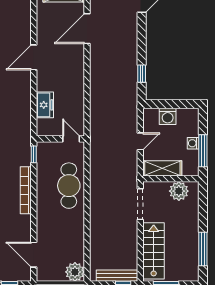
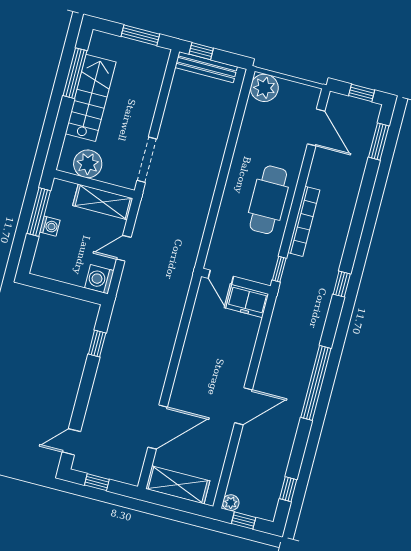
freezer: (45, 105) -> (247, 301), moved, turned -90
washing machine: (168, 116) -> (99, 279), moved, turned -90
cafe table: (69, 186) -> (268, 200), moved
stairs: (154, 251) -> (91, 98), moved, turned 180

